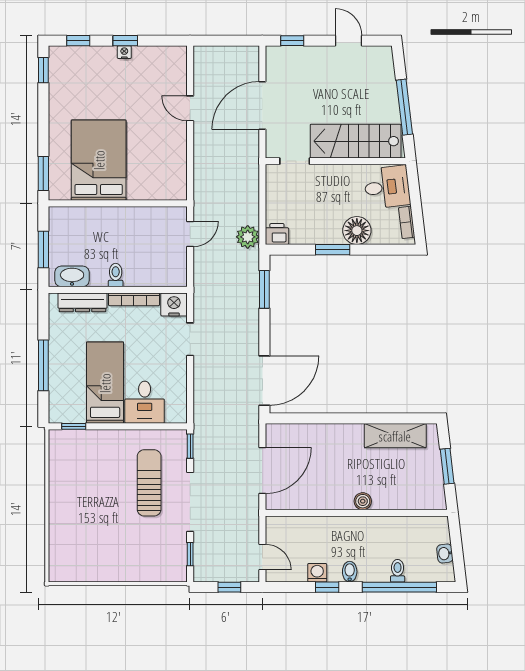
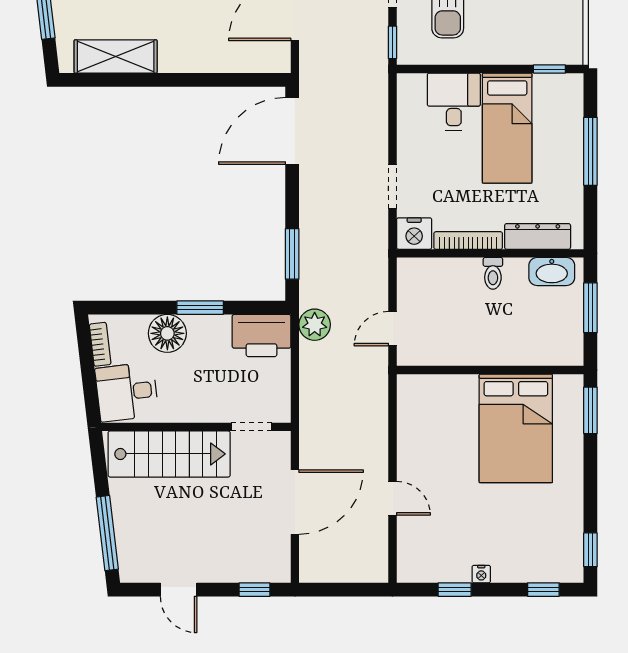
window: (125, 41) -> (455, 590), moved
window: (404, 107) -> (107, 533), moved
printer: (277, 234) -> (261, 335), width x1.87, depth x1.48

